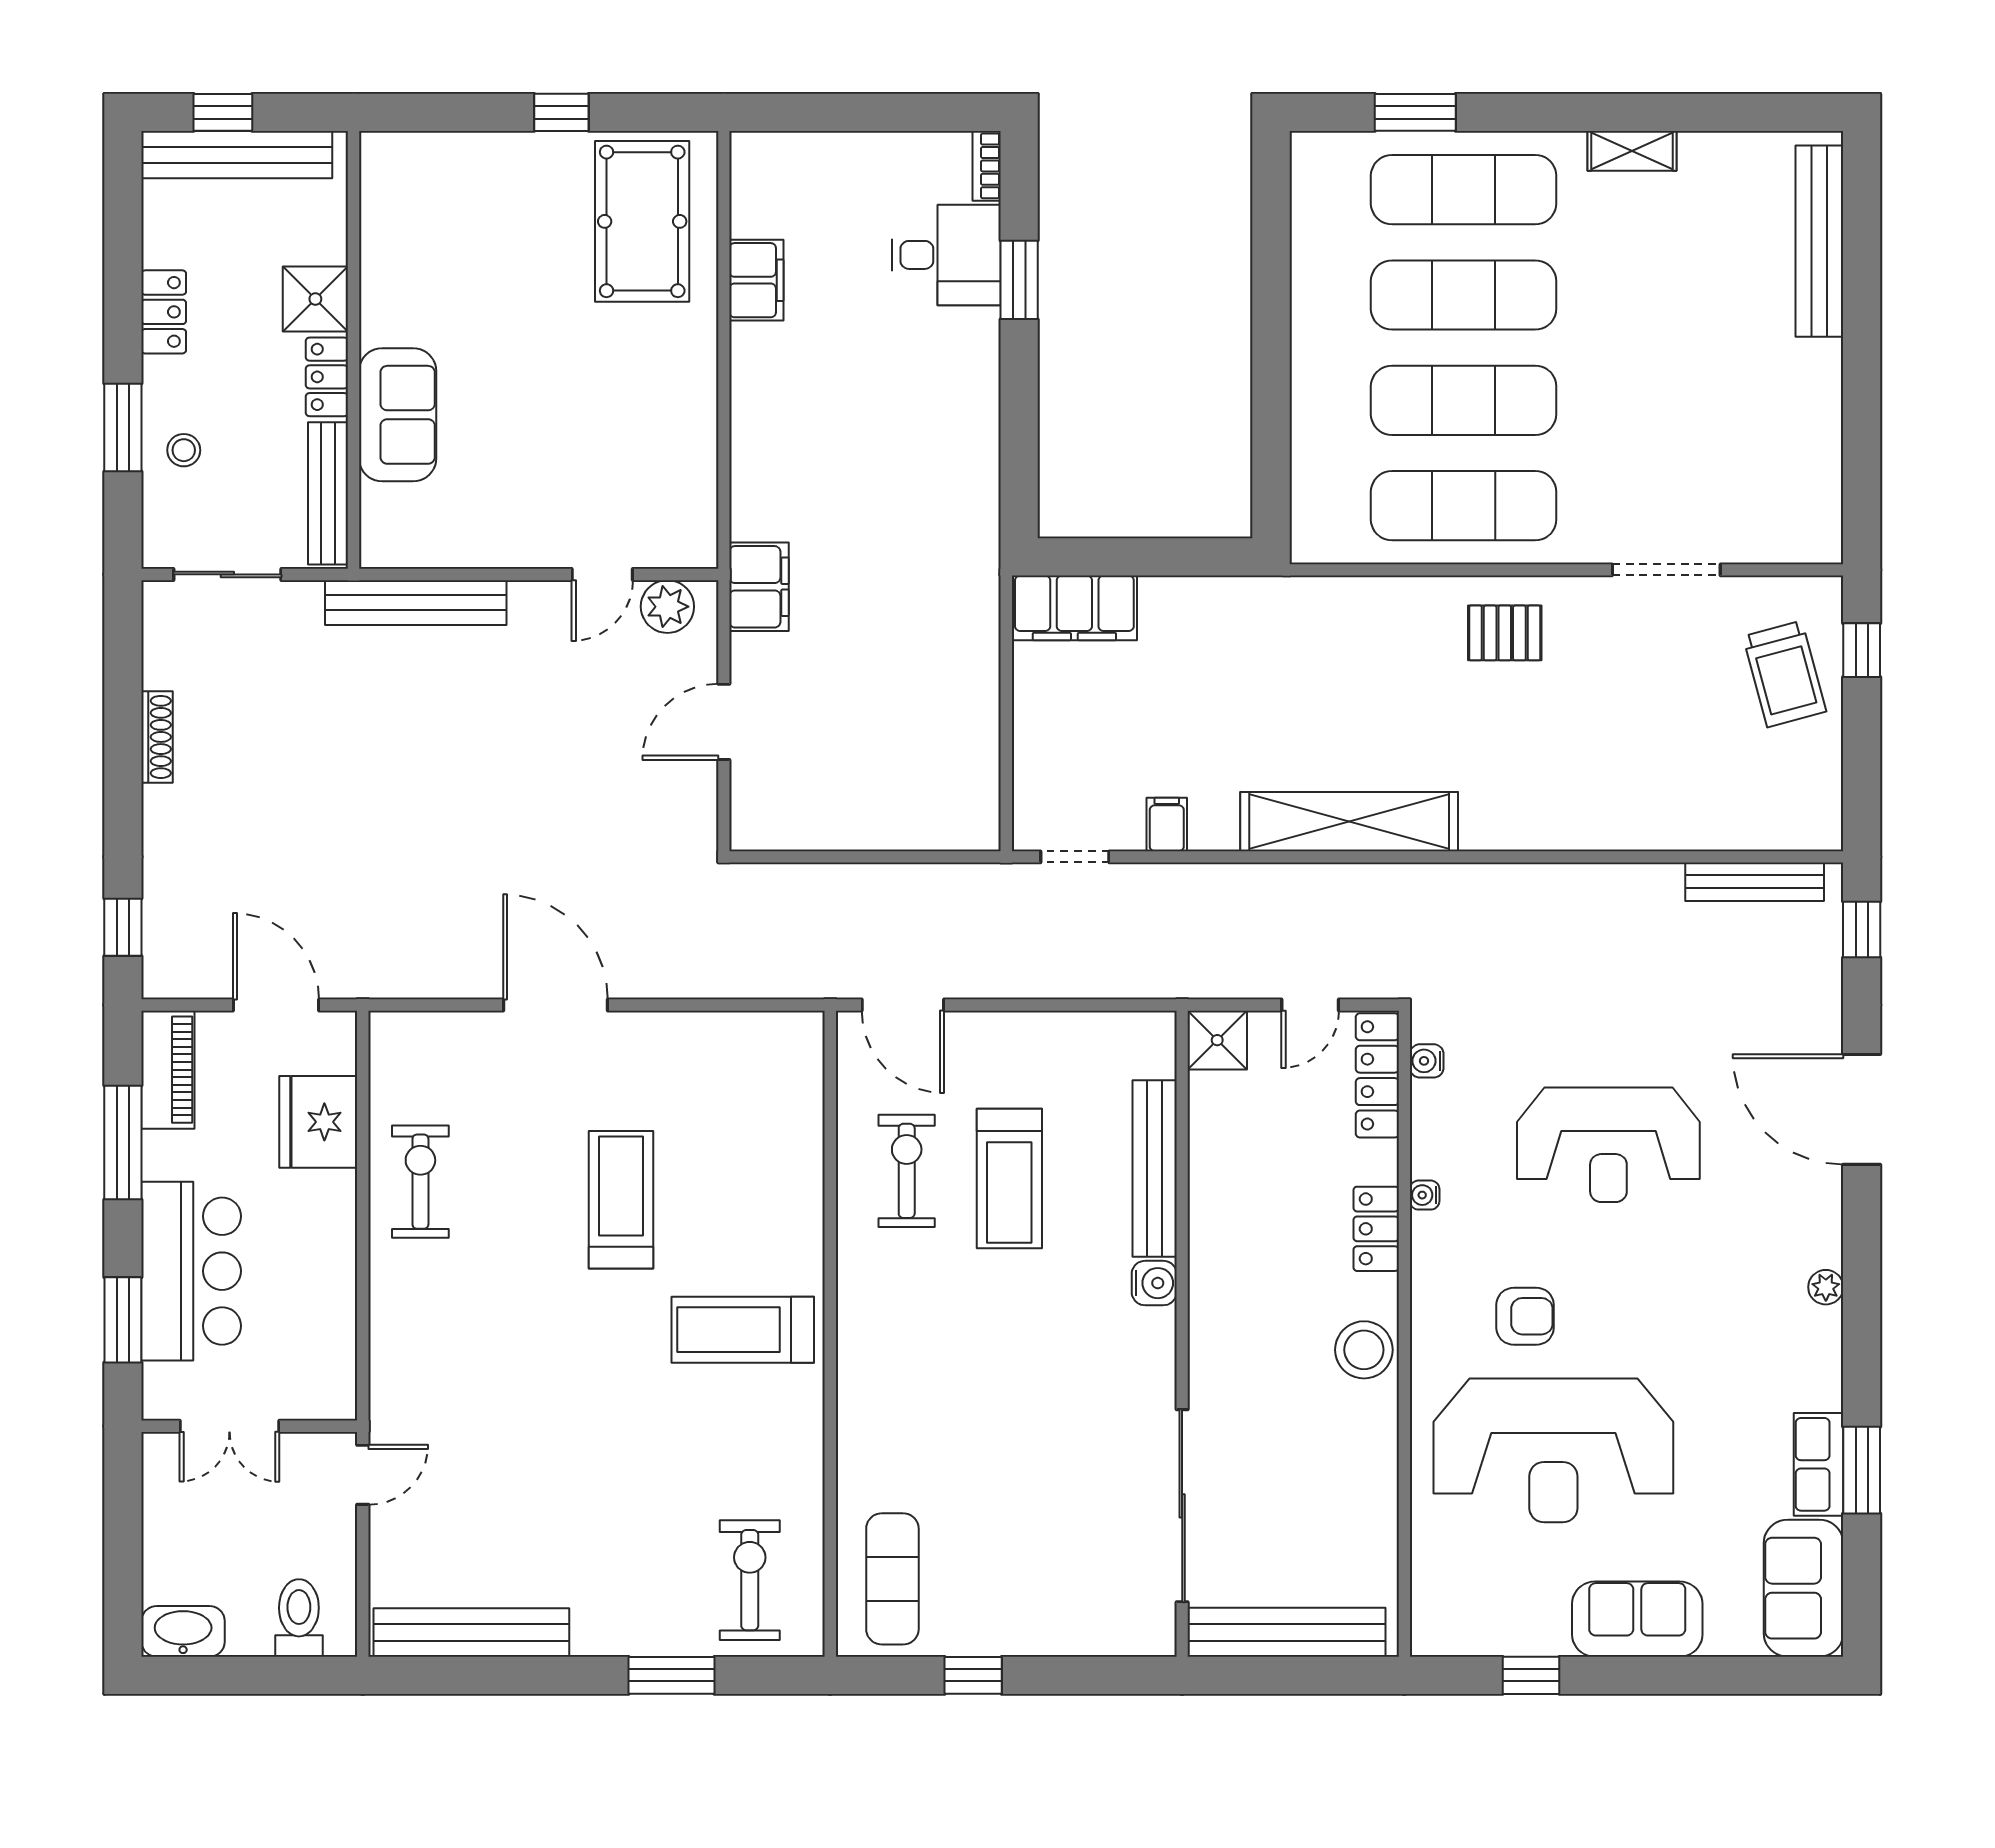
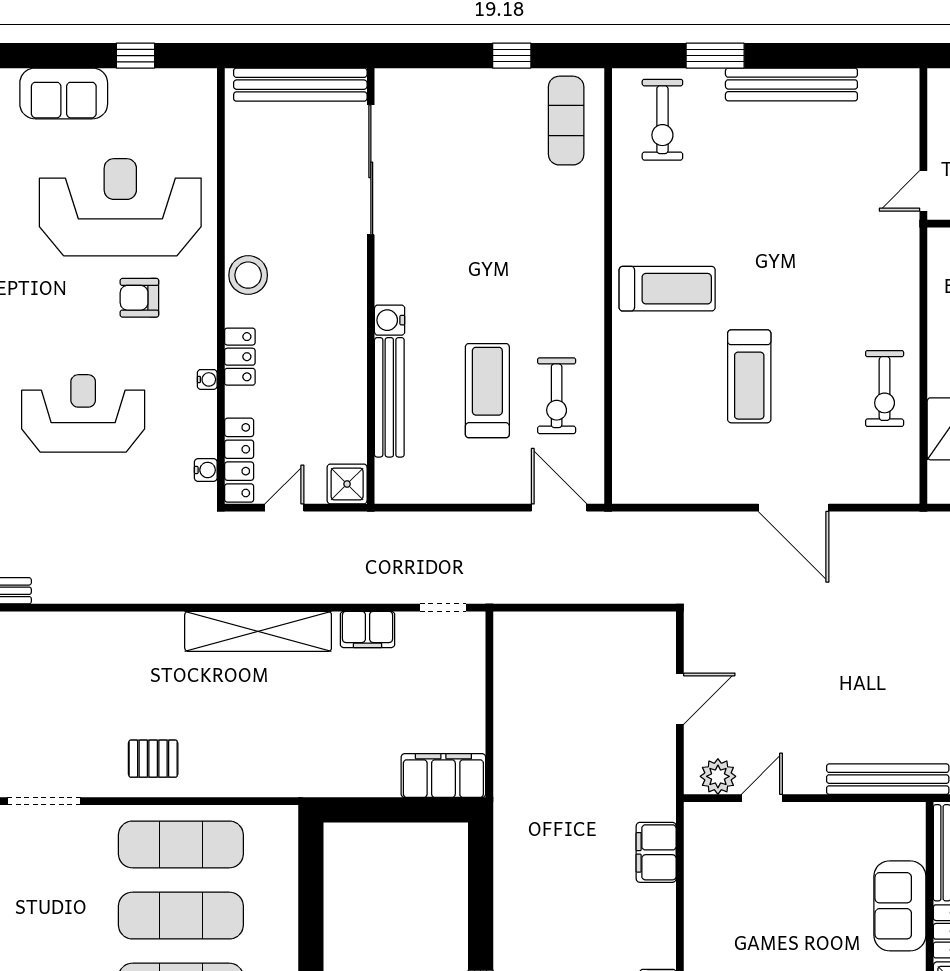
filing cabinet: (759, 587) -> (656, 852), moved
filing cabinet: (1167, 824) -> (367, 629), width x2.00
bench: (471, 1632) -> (791, 84), moved

